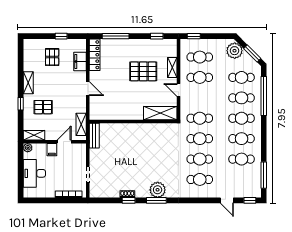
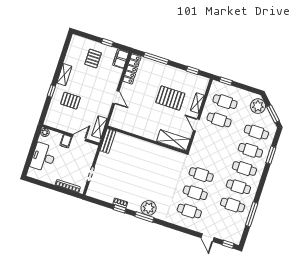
filing cabinet: (80, 62) -> (121, 59), moved
window: (264, 96) -> (271, 155), width x0.47
cafe table: (200, 118) -> (207, 156), removed
shelving: (34, 135) -> (54, 123), removed
window: (264, 175) -> (252, 214), moved

